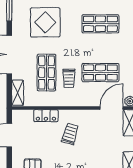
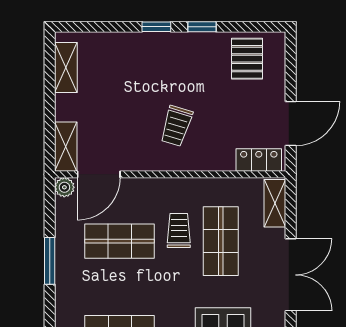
locker: (46, 116) -> (259, 160), moved

